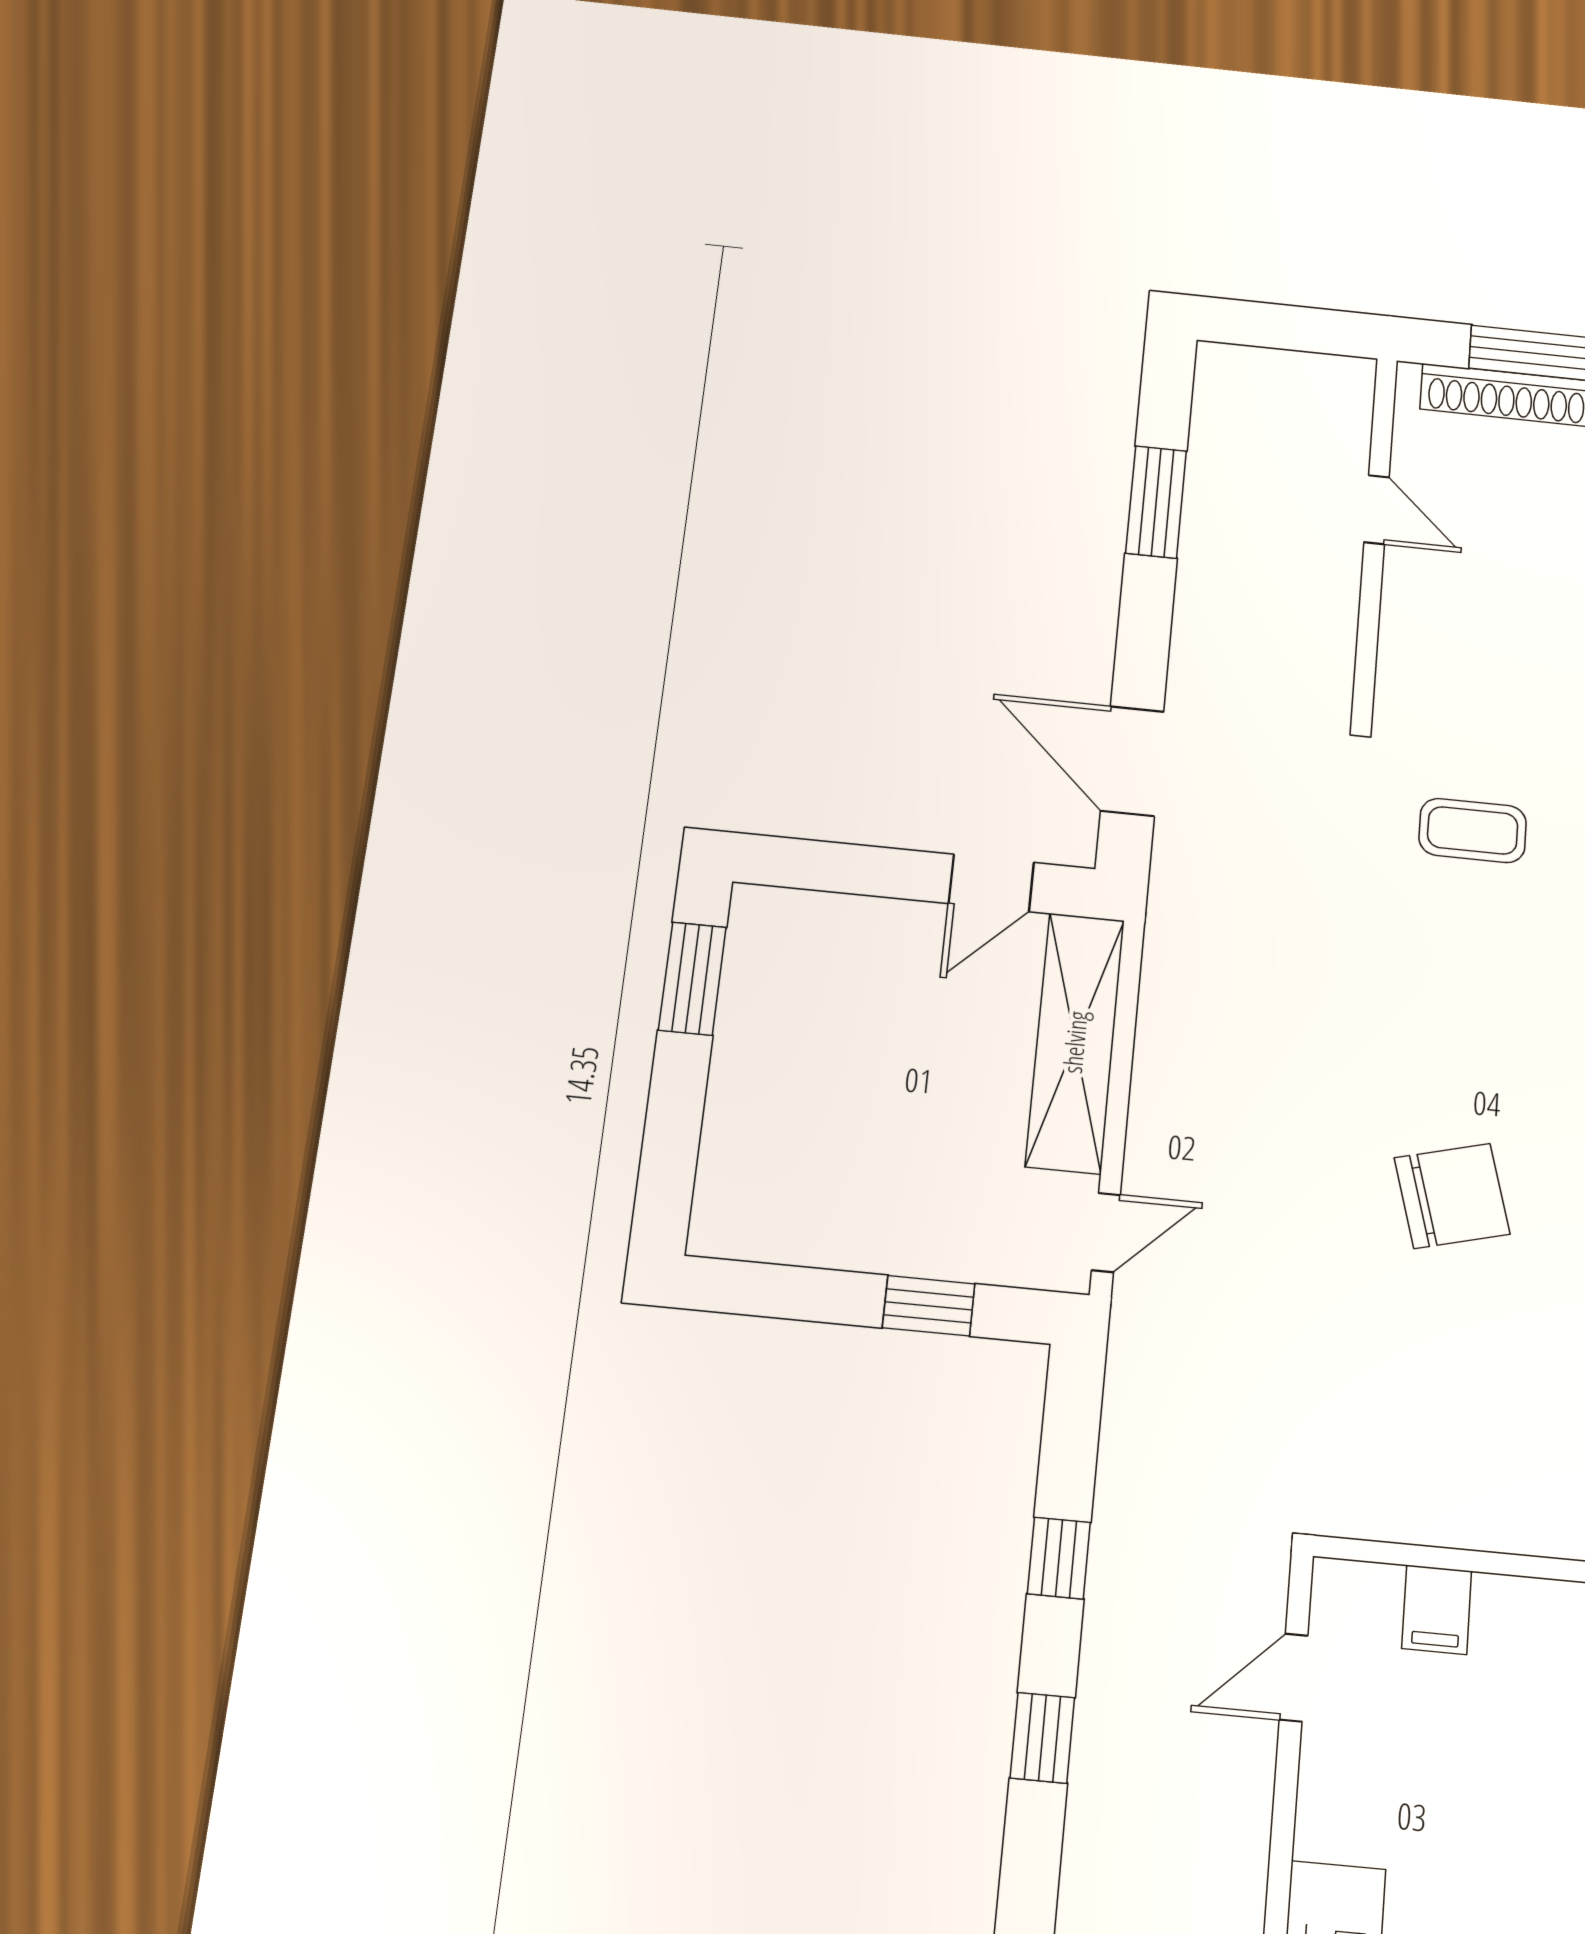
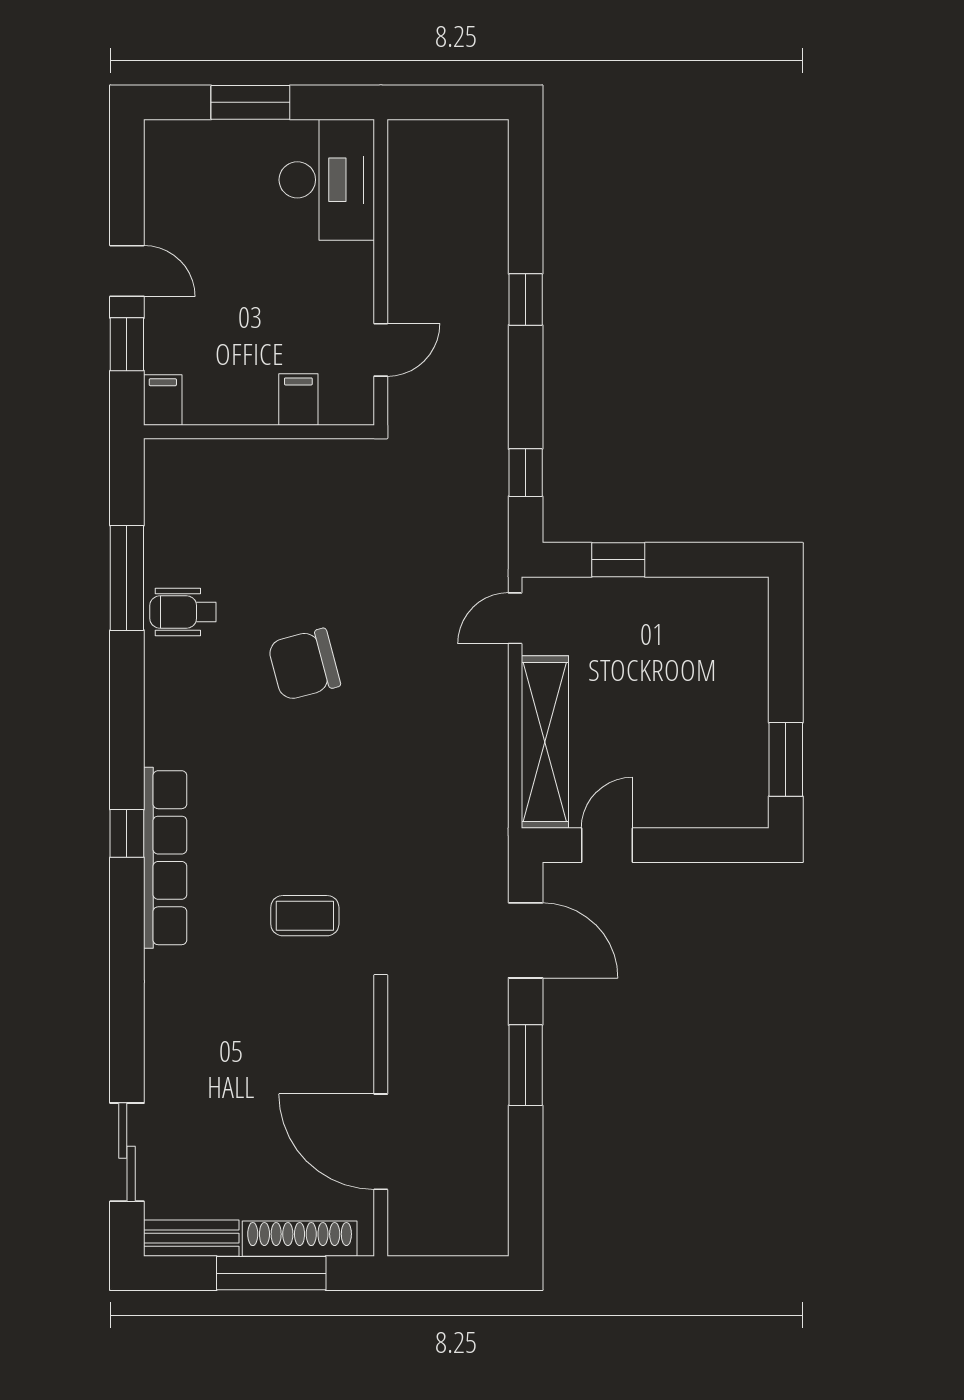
window: (1156, 502) -> (526, 1065), moved
door: (1377, 510) -> (381, 1142), width x1.88
window: (1059, 1558) -> (526, 473), moved

